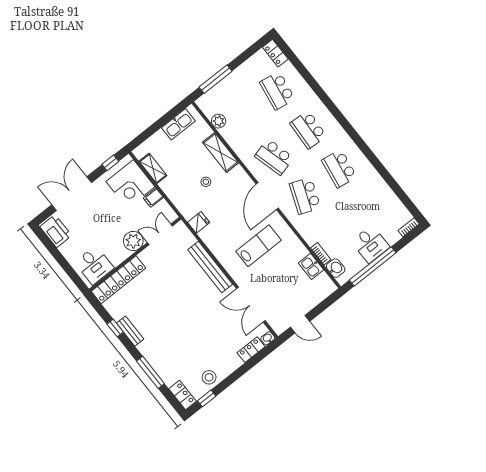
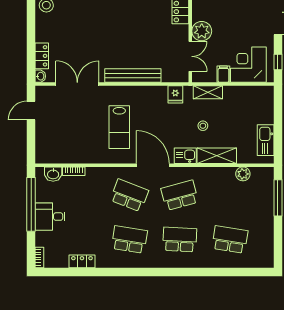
locker: (275, 53) -> (82, 261), moved
shelving: (153, 168) -> (208, 92), moved
kitchen sink: (311, 266) -> (185, 156), moved

